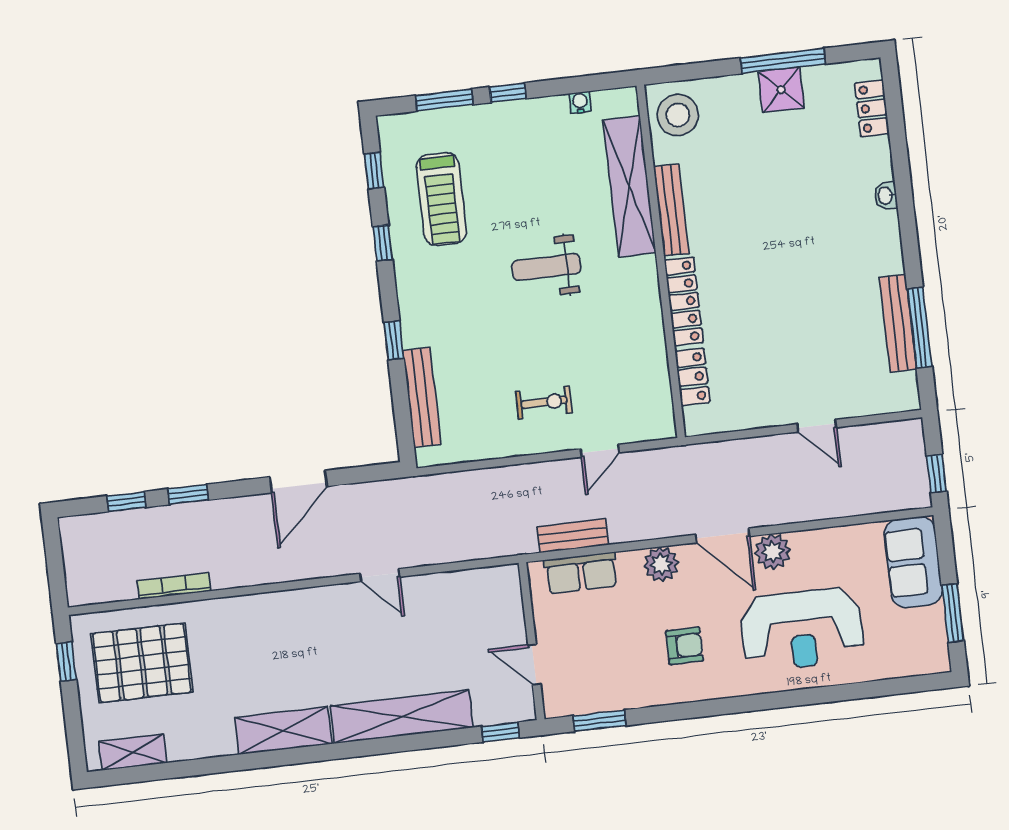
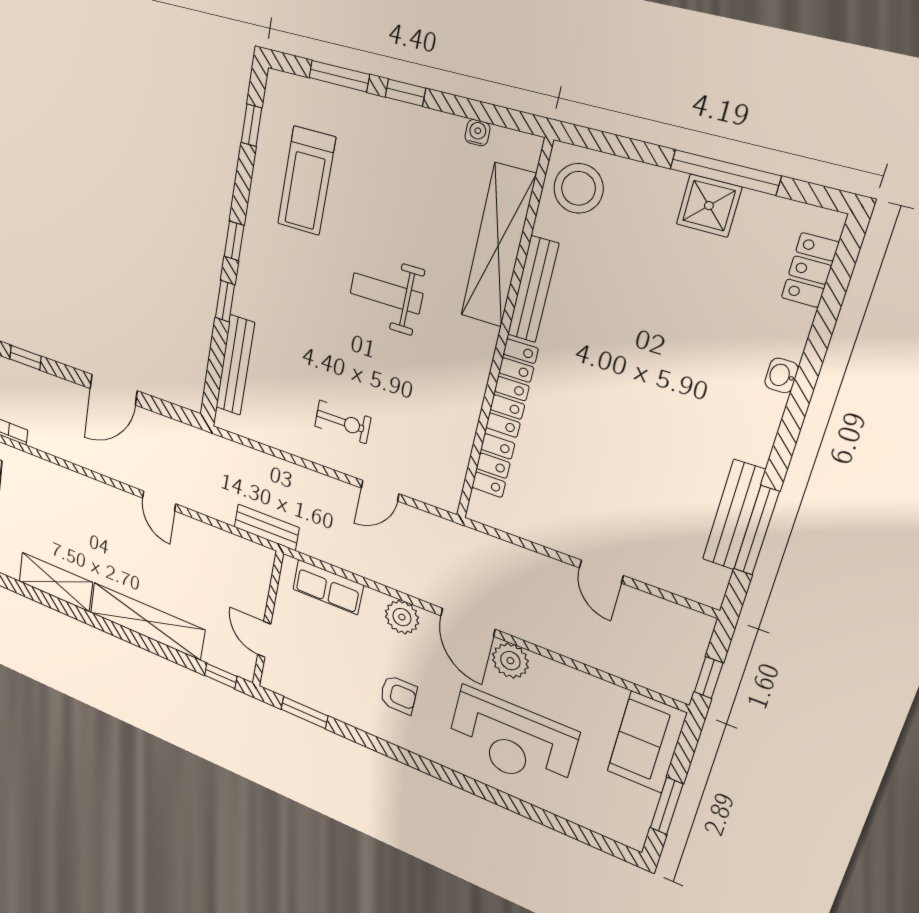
window: (383, 243) -> (234, 241), moved
bench: (573, 536) -> (267, 527), moved

